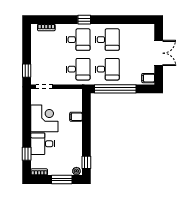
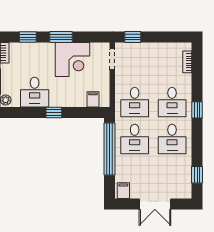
window: (136, 20) -> (197, 175), added
filing cabinet: (76, 117) -> (93, 99), moved
window: (27, 127) -> (61, 37), added
desk: (43, 144) -> (35, 92), moved, turned 180
window: (86, 162) -> (54, 112), moved

